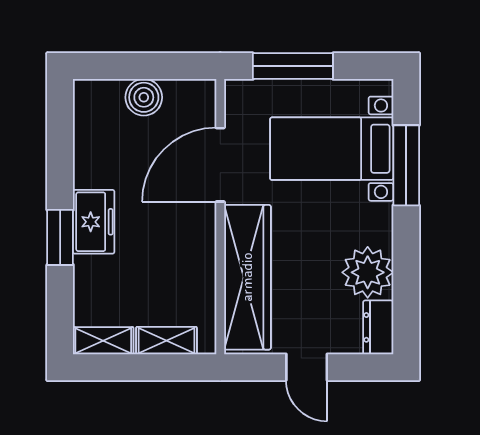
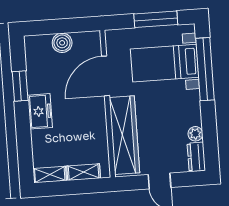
window: (293, 66) -> (156, 19), moved
window: (406, 165) -> (205, 69), width x1.46
window: (60, 237) -> (20, 86), moved
plant: (368, 272) -> (195, 134), width x0.53, depth x0.53

